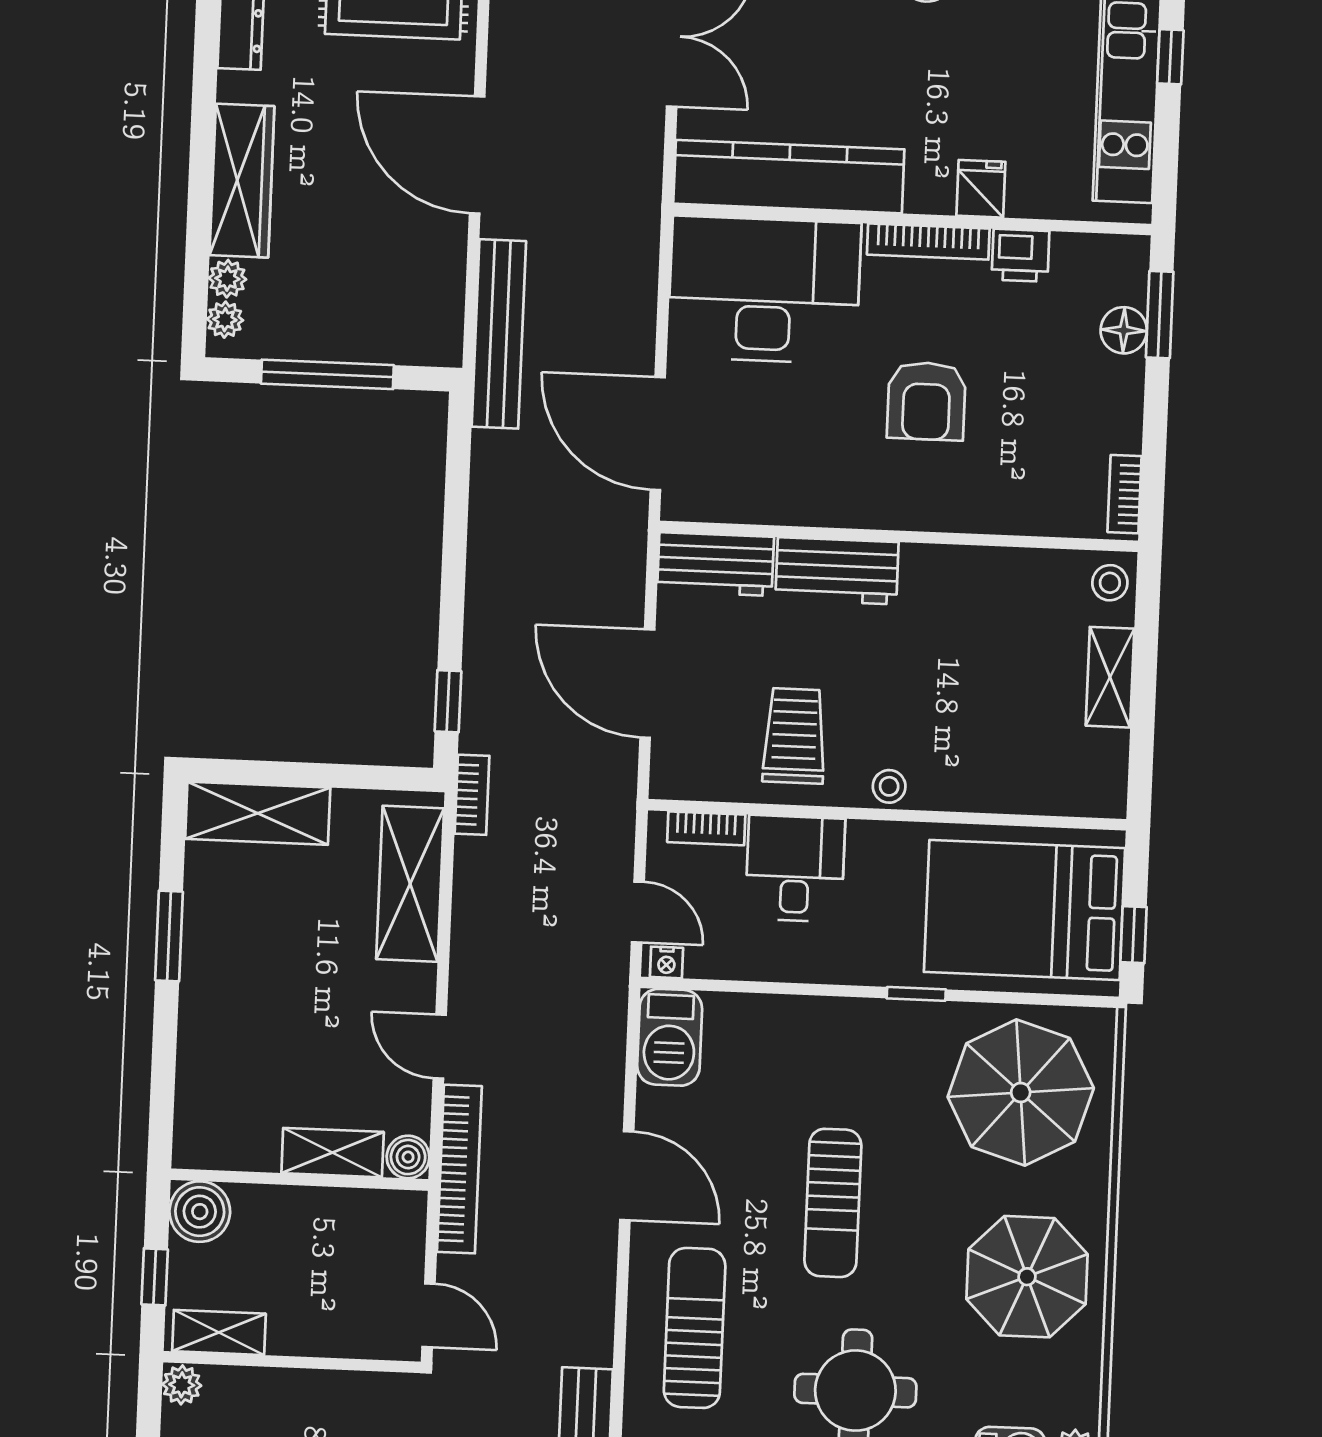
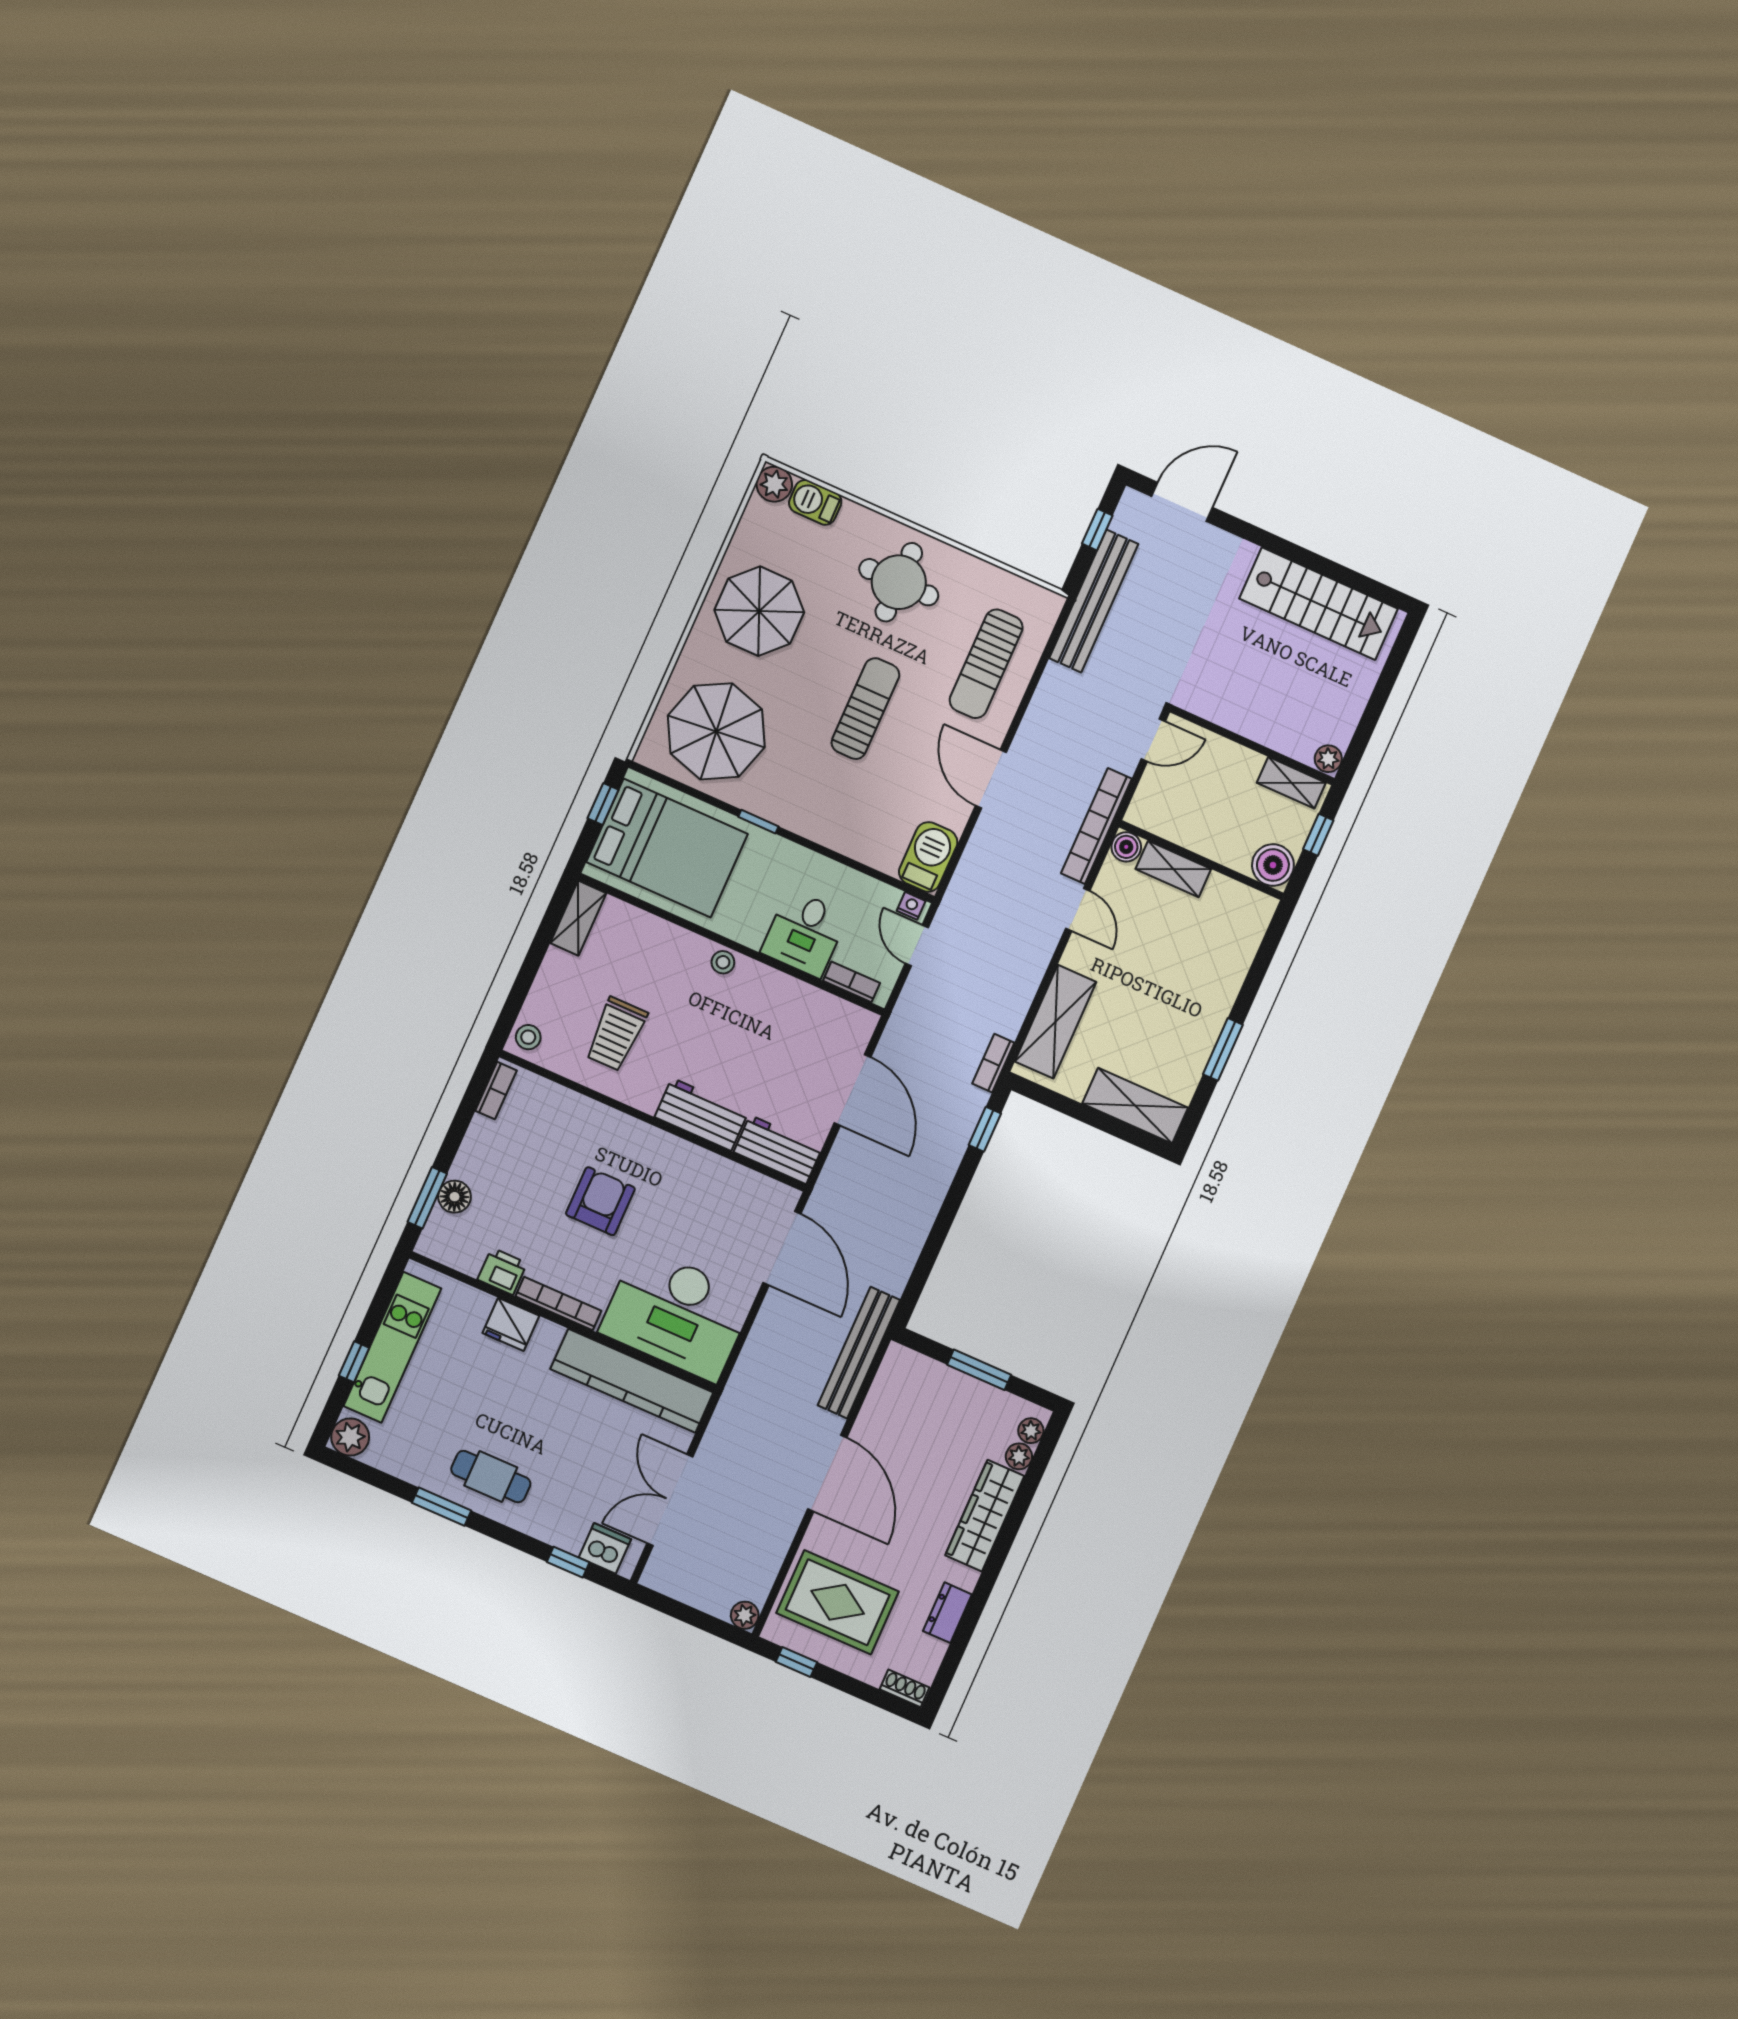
fridge: (981, 189) -> (511, 1324), width x1.38
window: (327, 374) -> (979, 1370), width x0.69
shelving: (1110, 677) -> (578, 918), moved
trolley: (794, 736) -> (616, 1034), moved
door: (429, 1315) -> (1153, 740), swing flipped

